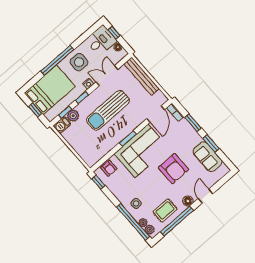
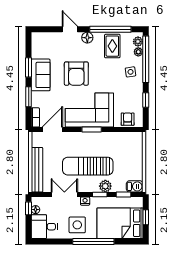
window: (114, 33) -> (29, 208), moved
double door: (107, 76) -> (64, 195), swing flipped
sun lounger: (108, 110) -> (88, 166), turned 180
plant: (73, 116) -> (105, 186), moved
sofa: (208, 157) -> (41, 75), moved
armchair: (173, 169) -> (76, 74), turned 180
window: (98, 182) -> (146, 100), moved
door: (206, 196) -> (70, 29), swing flipped
rug: (165, 210) -> (112, 46), turned 90

